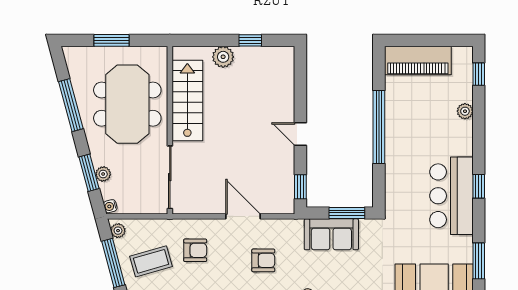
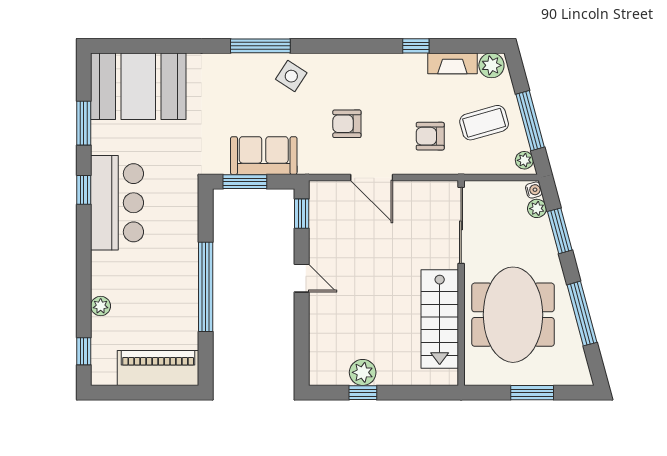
plant: (223, 57) -> (363, 372), moved
plant: (103, 174) -> (537, 208), moved
window: (479, 186) -> (84, 190), moved

